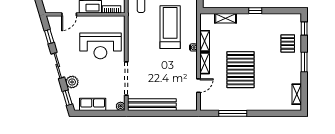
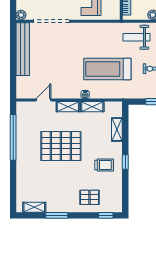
treadmill: (170, 27) -> (107, 69), turned 180
trolley: (258, 30) -> (104, 165), added
window: (304, 62) -> (57, 215), moved
door: (198, 86) -> (43, 100), swing flipped
window: (233, 113) -> (13, 137), width x1.46

